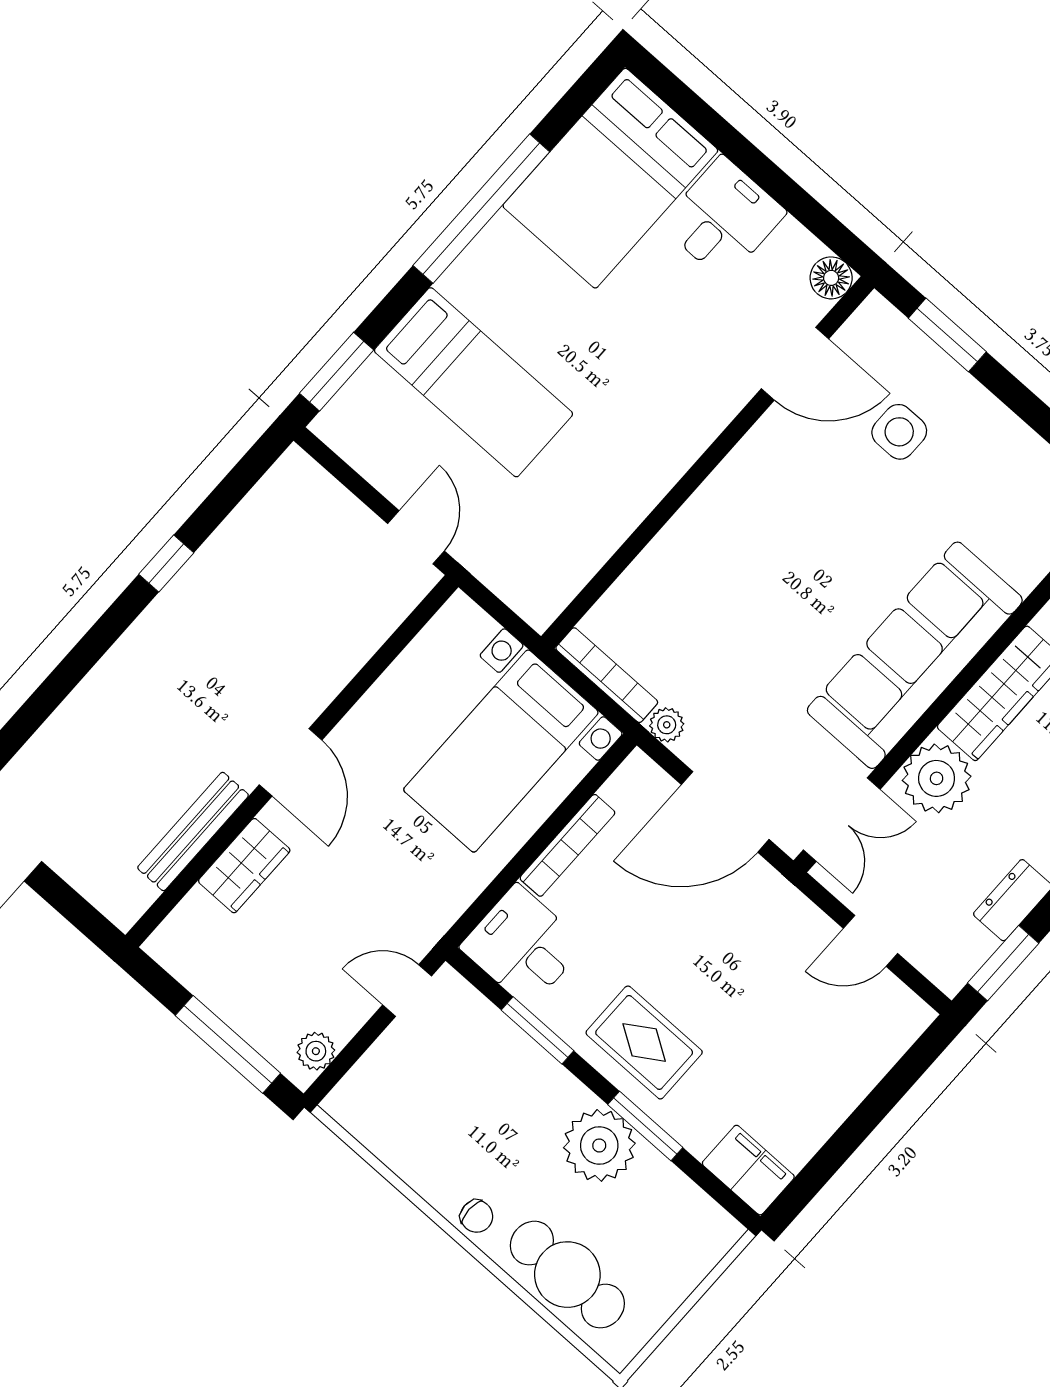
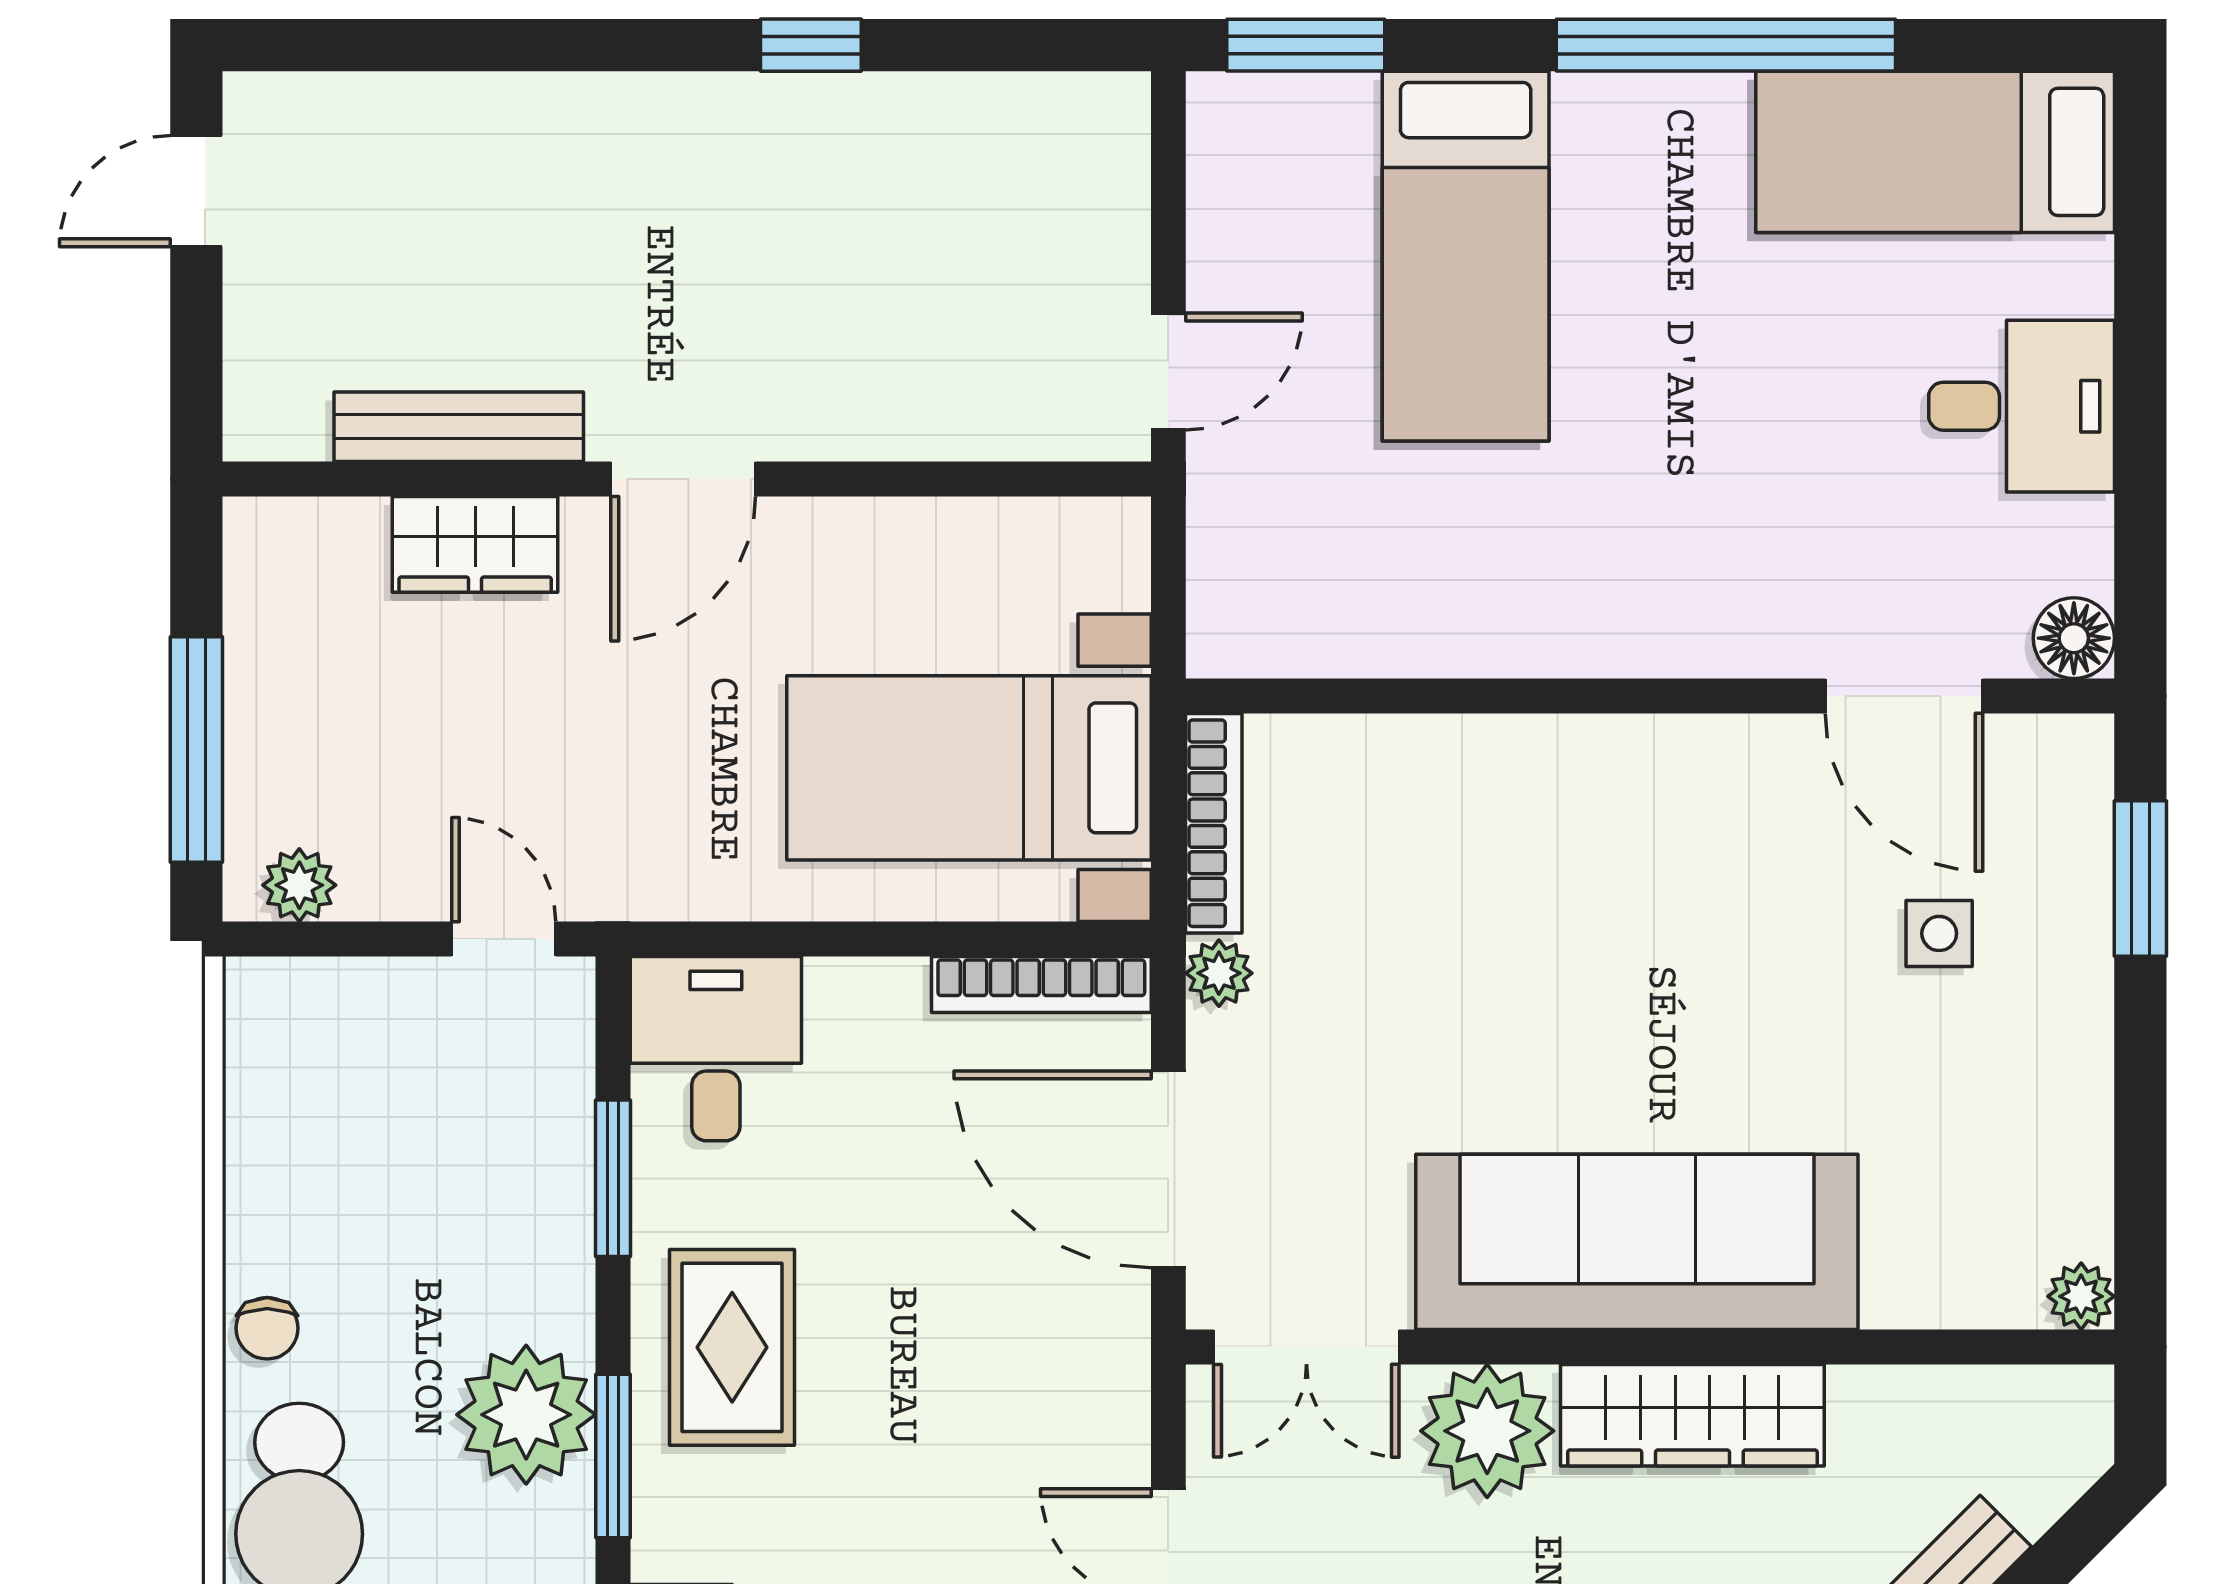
bed: (610, 178) -> (1935, 152), width x0.67
side table: (899, 432) -> (1939, 933), width x0.73, depth x0.73
bookcase: (567, 845) -> (1041, 985), moved

